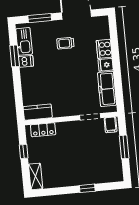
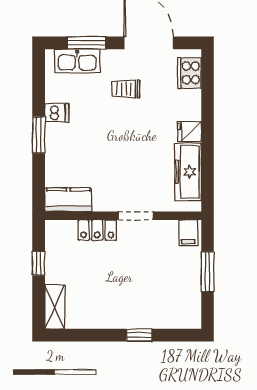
kitchen sink: (24, 41) -> (77, 61), moved, turned 90
cooker: (104, 49) -> (189, 73), moved
window: (15, 56) -> (39, 135), moved
doorway: (90, 117) -> (136, 216), moved
locker: (43, 130) -> (97, 230), moved

